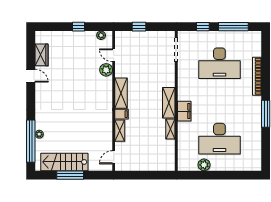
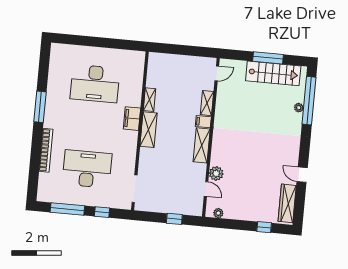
window: (79, 27) -> (264, 227), moved
wardrobe: (41, 55) -> (287, 203), width x1.50
desk: (219, 139) -> (95, 84), turned 180
plant: (204, 165) -> (115, 55), removed

